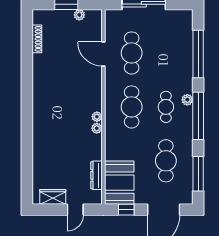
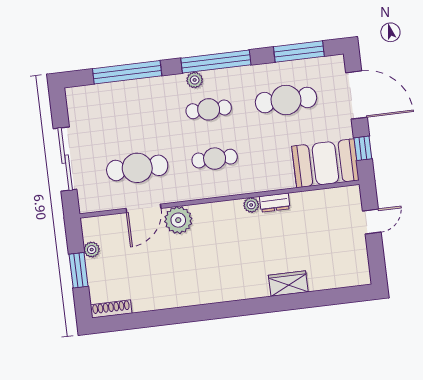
shoe rack: (37, 39) -> (111, 309), moved
cafe table: (132, 107) -> (215, 159), width x0.73, depth x0.74
plant: (97, 117) -> (178, 220), moved, width x1.87, depth x1.87
dresser: (96, 175) -> (275, 203), moved, width x0.70
wardrobe: (53, 197) -> (288, 284), moved, turned 90
door: (75, 210) -> (372, 222), hinge flipped

